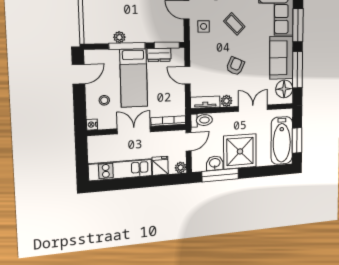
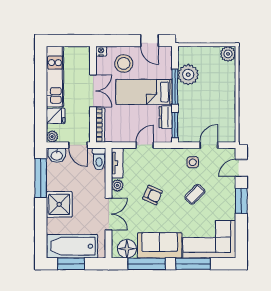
plant: (119, 37) -> (188, 75), width x1.88, depth x1.88
stool: (104, 100) -> (124, 63), width x1.89, depth x1.89
shower: (240, 151) -> (59, 204), width x0.73, depth x0.73
washbasin: (215, 163) -> (57, 155), moved, turned 90

